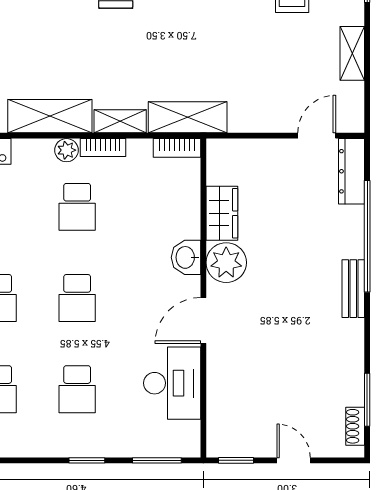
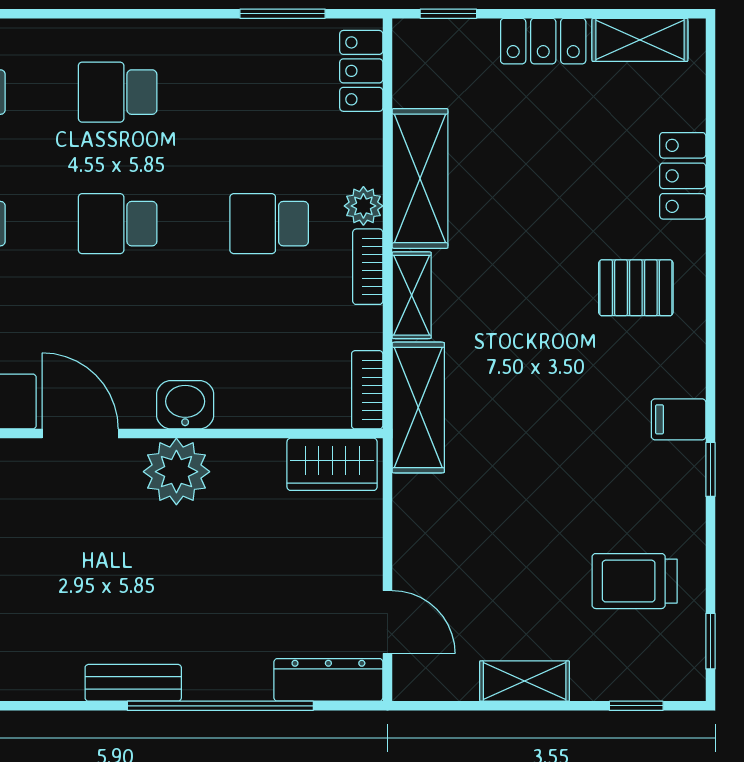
wardrobe: (222, 213) -> (332, 464), moved

